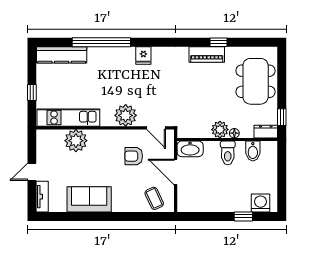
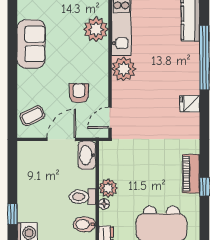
plant: (126, 115) -> (124, 69), moved

